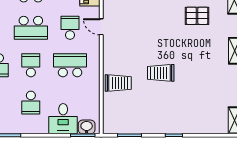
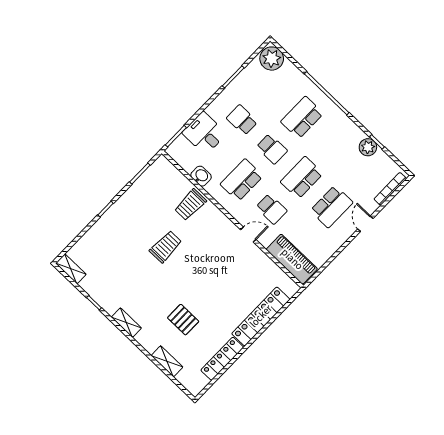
pallet: (197, 16) -> (183, 320), turned 90
school desk: (70, 65) -> (242, 180), turned 180
washbasin: (87, 127) -> (201, 176), moved, turned -90

